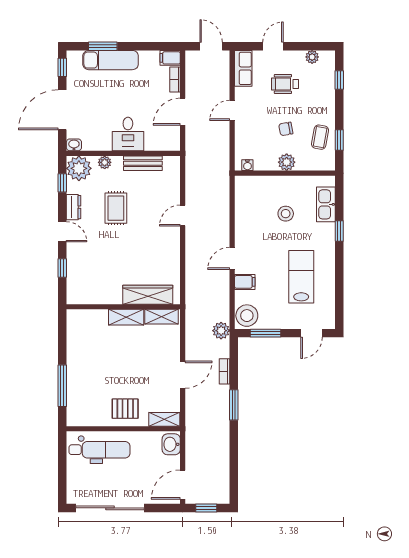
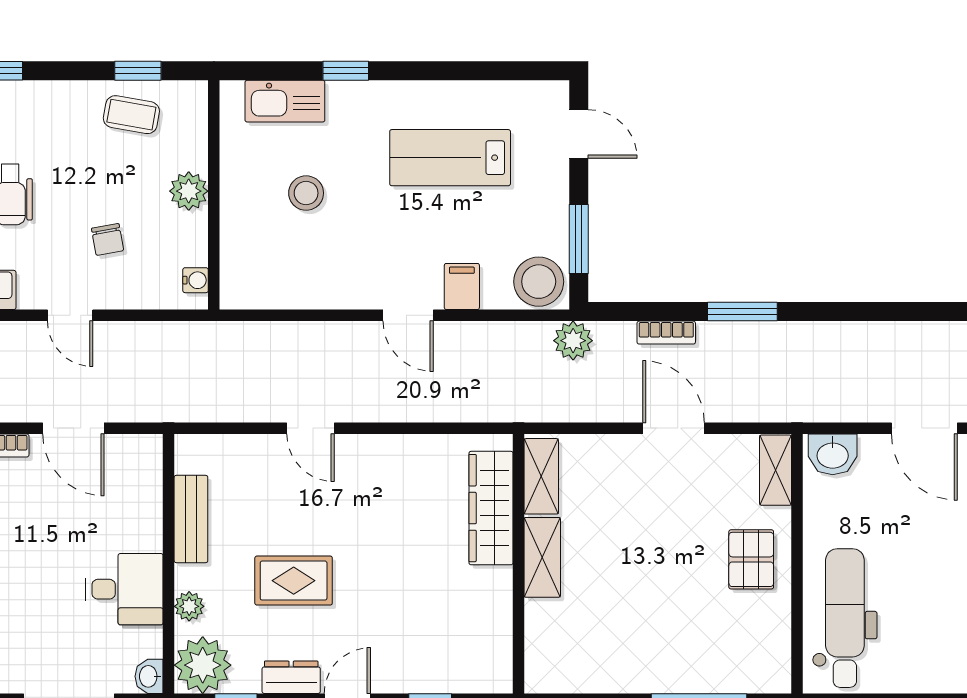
chair: (286, 129) -> (107, 239), moved
desk: (128, 134) -> (124, 589), moved

